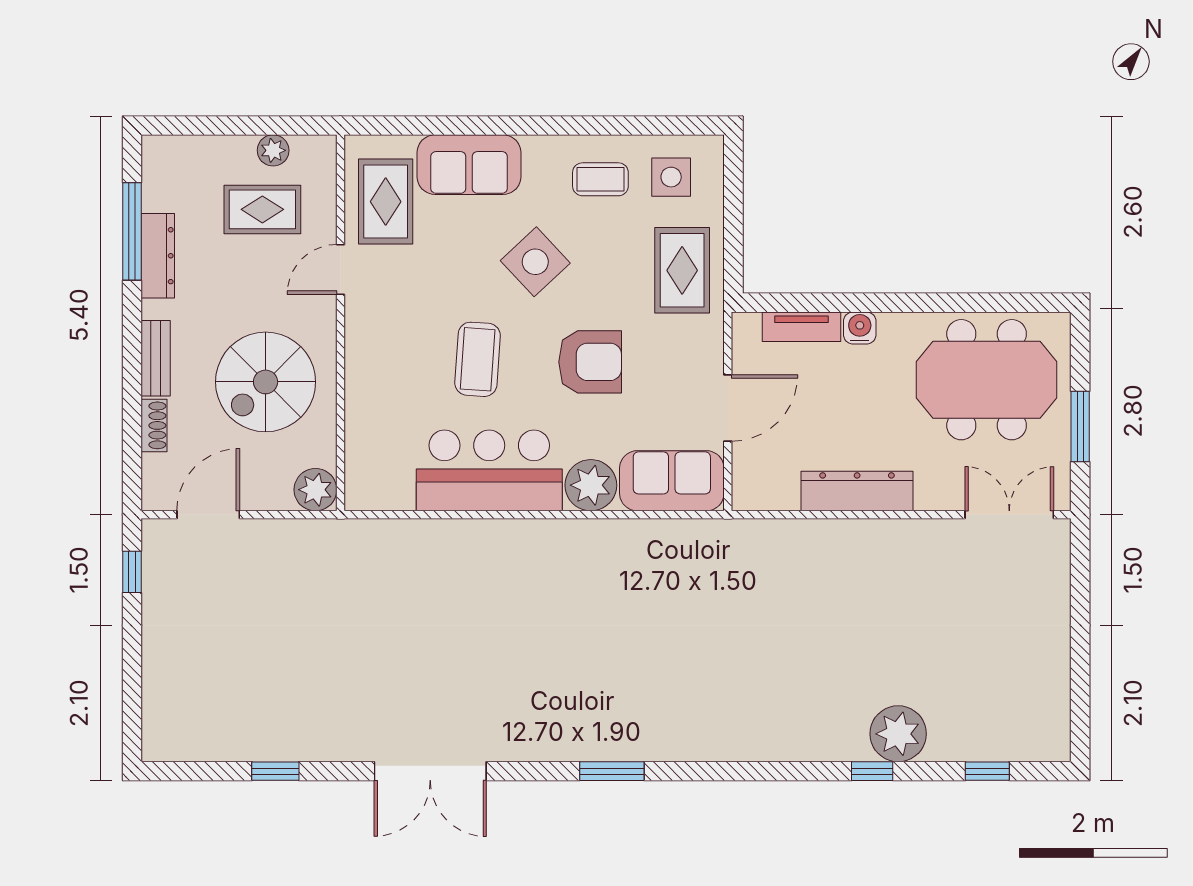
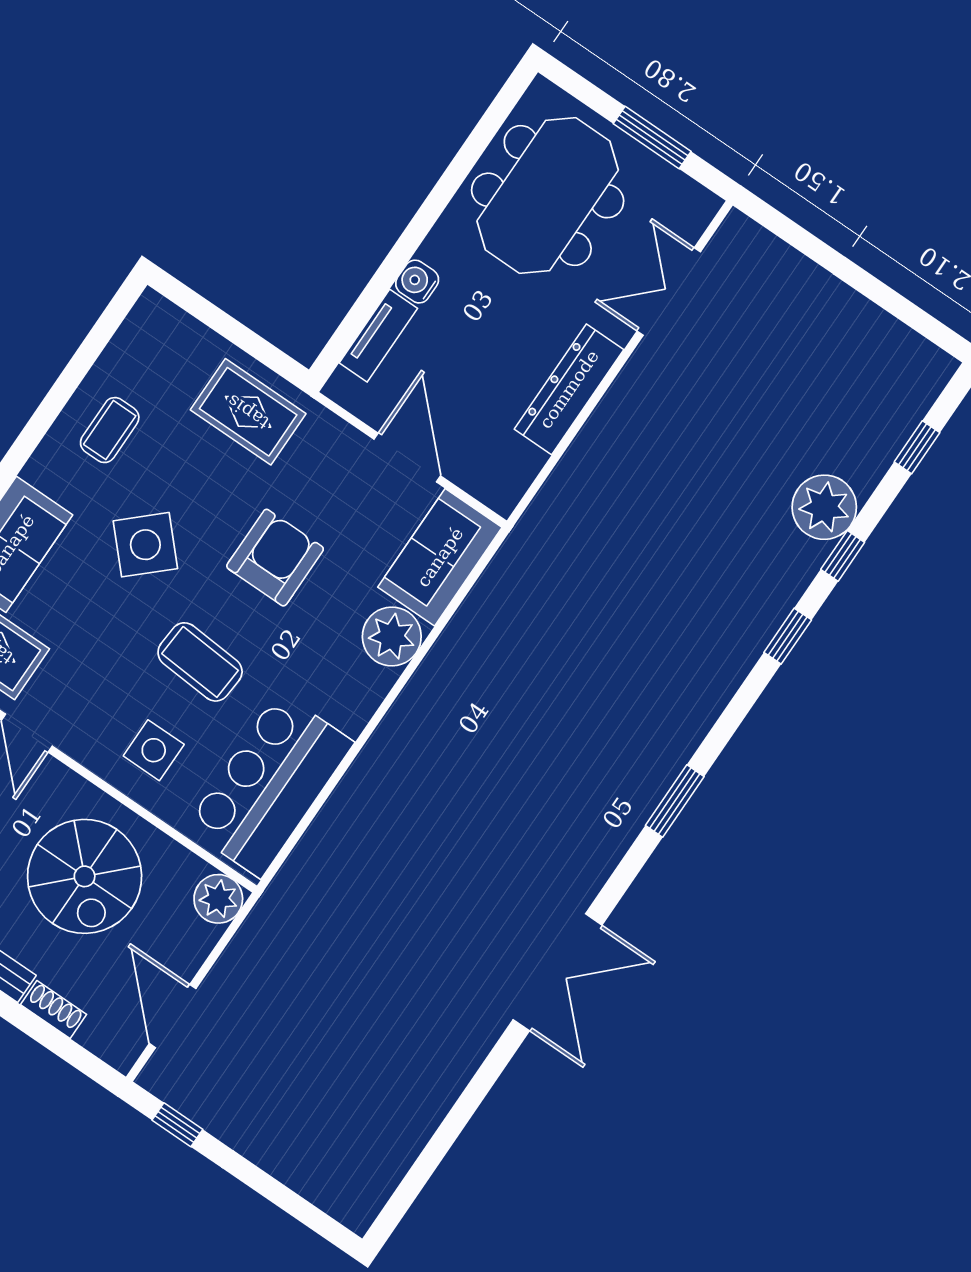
side table: (671, 177) -> (154, 750), moved
bar counter: (489, 470) -> (270, 785), moved
double door: (1009, 515) -> (669, 291), moved
window: (275, 771) -> (788, 636), moved

